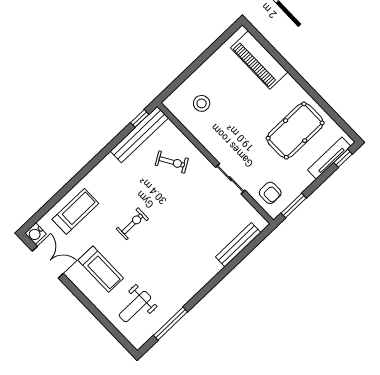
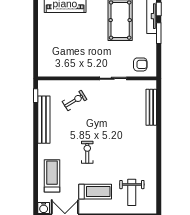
stool: (202, 103) -> (59, 55), removed
bench: (139, 134) -> (44, 120), moved
window: (294, 206) -> (159, 33), moved
window: (170, 324) -> (159, 182), removed

